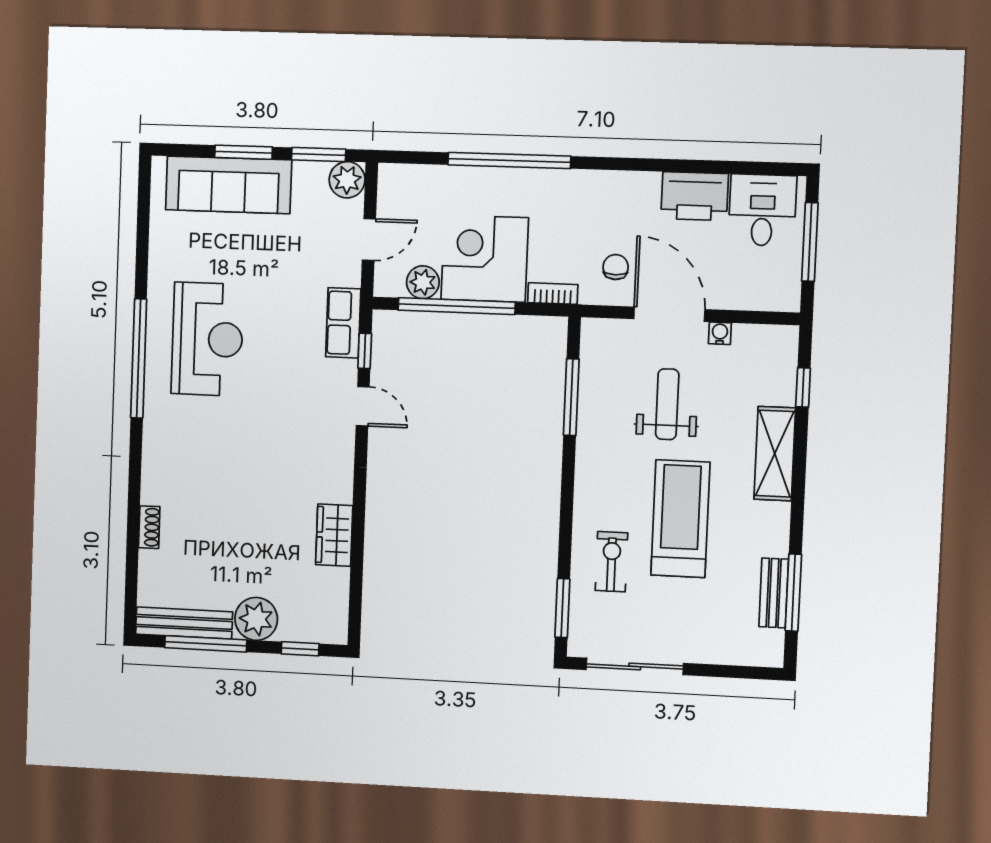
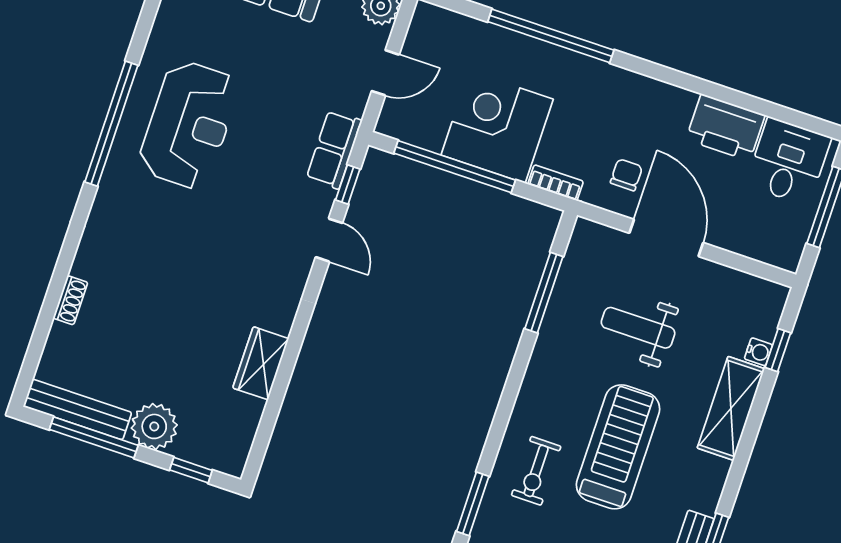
plant: (423, 282) -> (427, 132), removed
water cooler: (720, 333) -> (758, 352), moved, turned 90
weight bench: (667, 404) -> (638, 328), turned -90
exercise bike: (611, 562) -> (536, 471), turned 180

